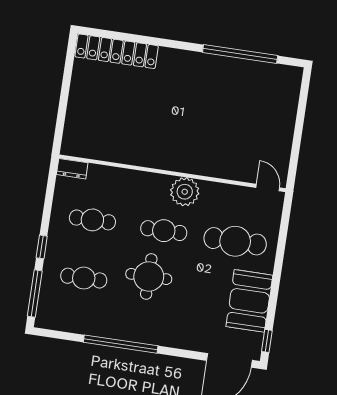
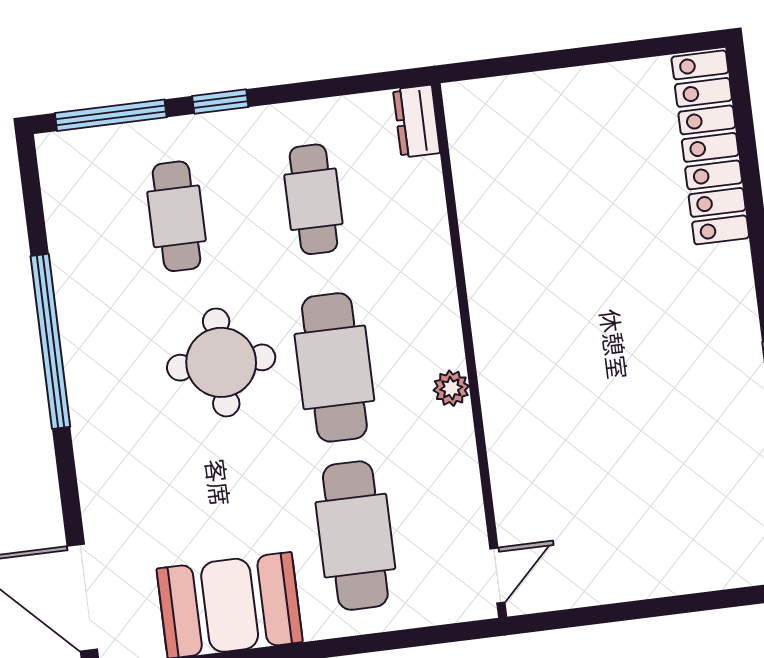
plant: (185, 192) -> (451, 388), width x0.53, depth x0.53
cafe table: (164, 231) -> (334, 367), width x1.37, depth x1.35

